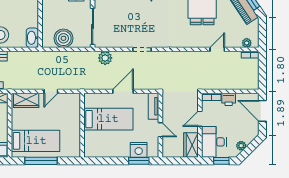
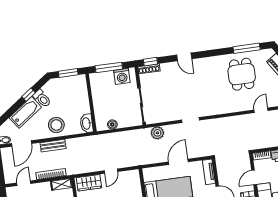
boiler: (63, 38) -> (112, 124), width x0.54, depth x0.54

